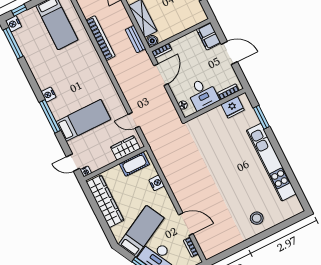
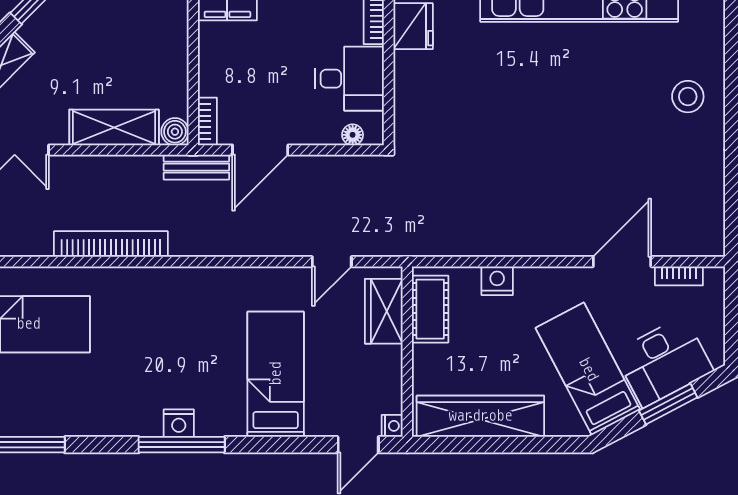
bench: (135, 39) -> (196, 167), moved
door: (161, 75) -> (260, 150), swing flipped
window: (50, 116) -> (182, 445), moved

